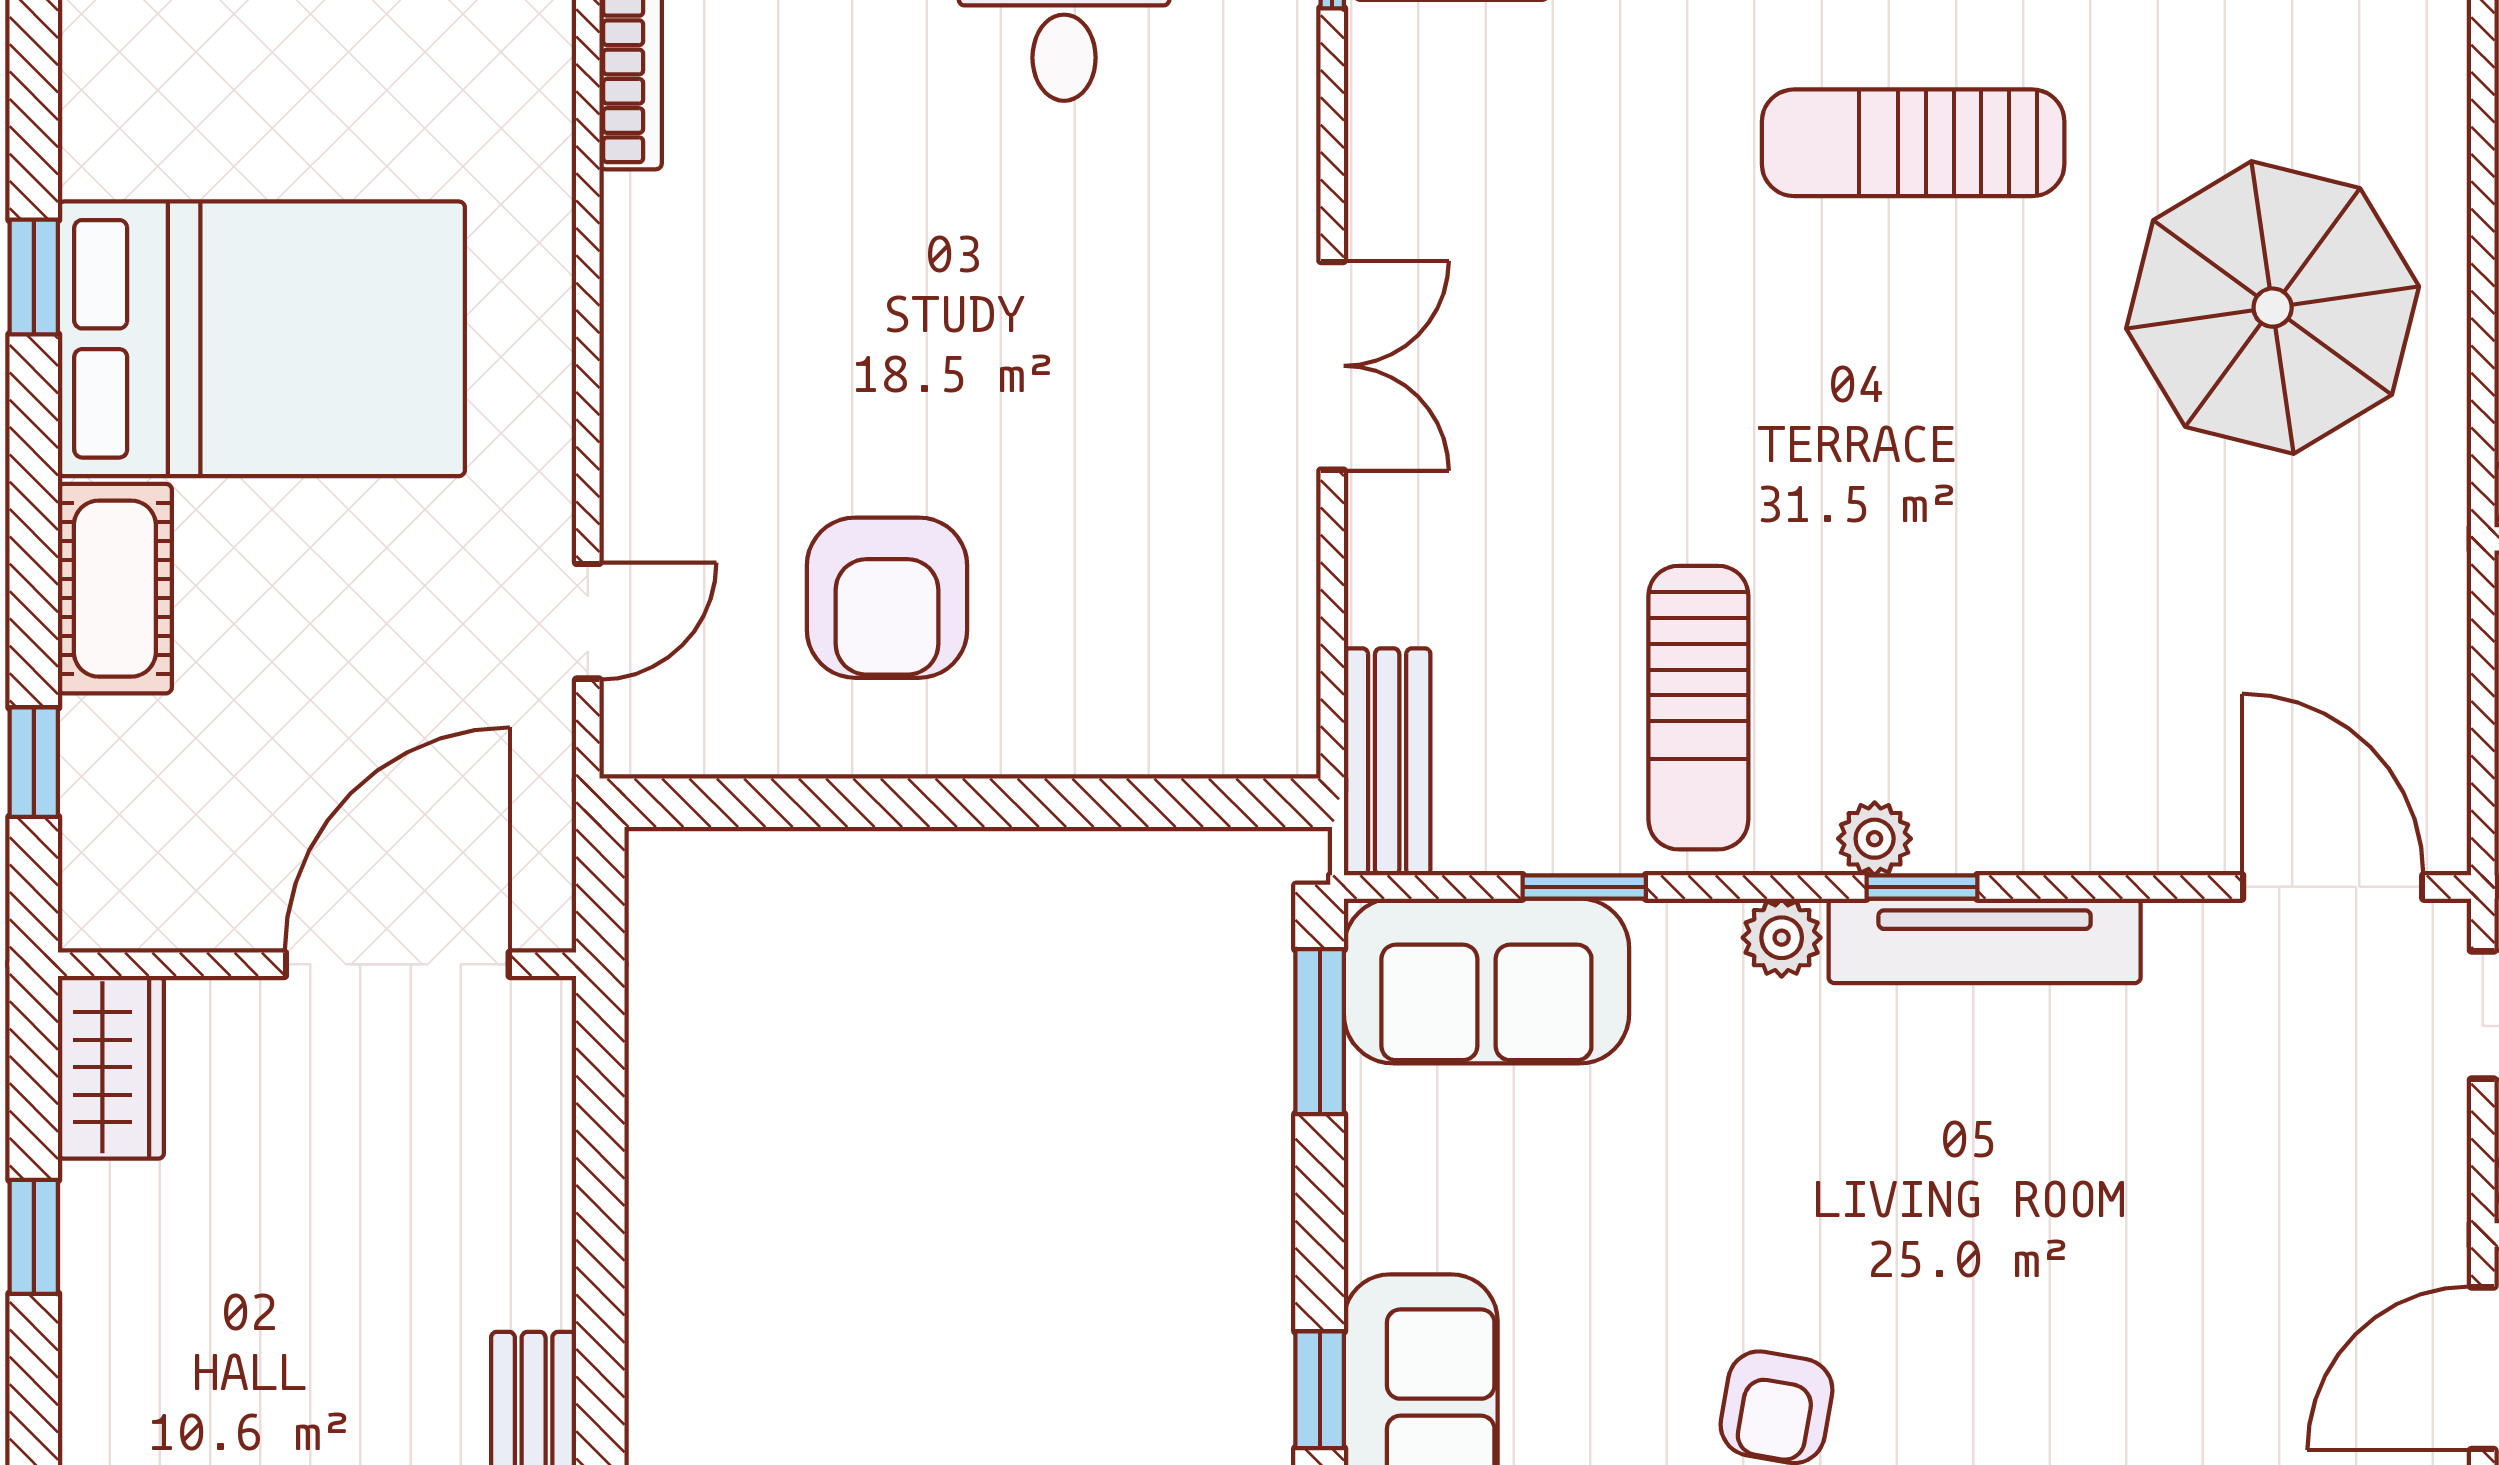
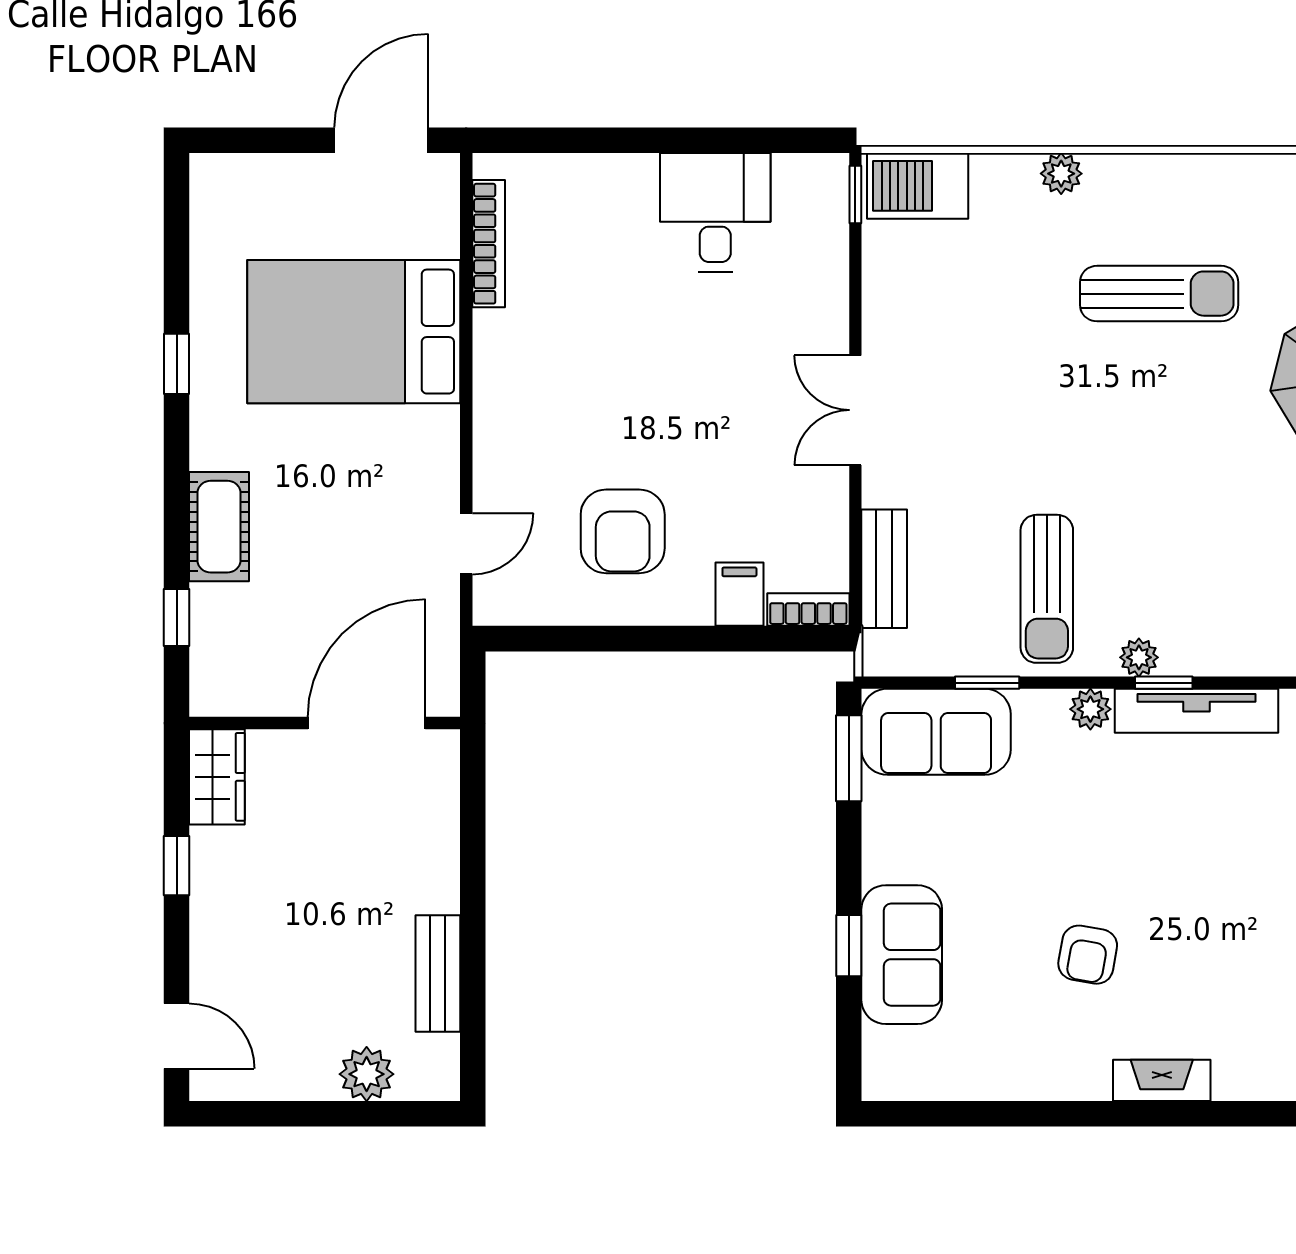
sun lounger: (1913, 143) -> (1159, 294), turned 180
bed: (261, 339) -> (354, 332), moved, turned 180
double door: (1332, 366) -> (855, 410), swing flipped
filing cabinet: (1110, 718) -> (739, 594), added
bookcase: (1242, 747) -> (808, 610), added
bench: (1387, 762) -> (884, 569), moved

